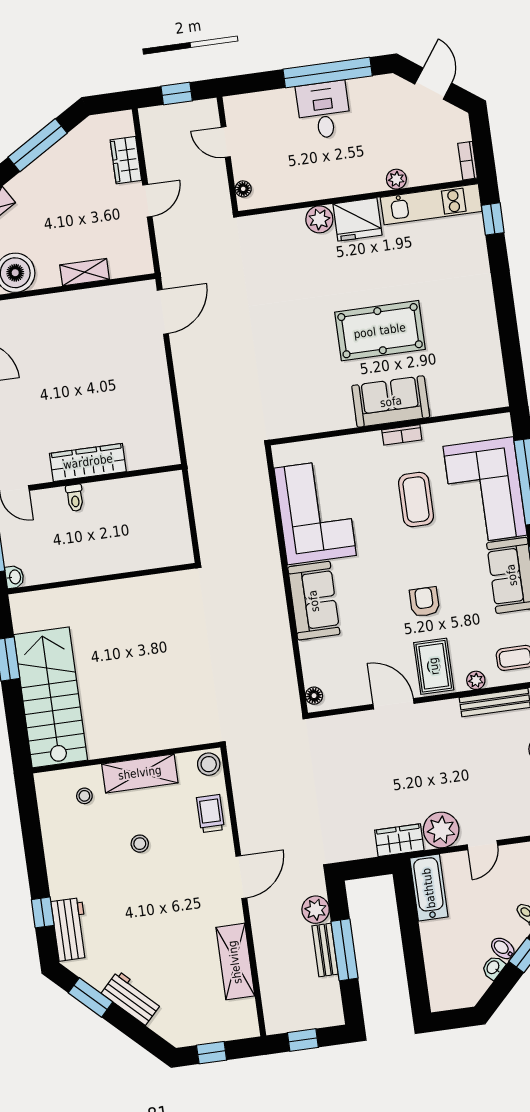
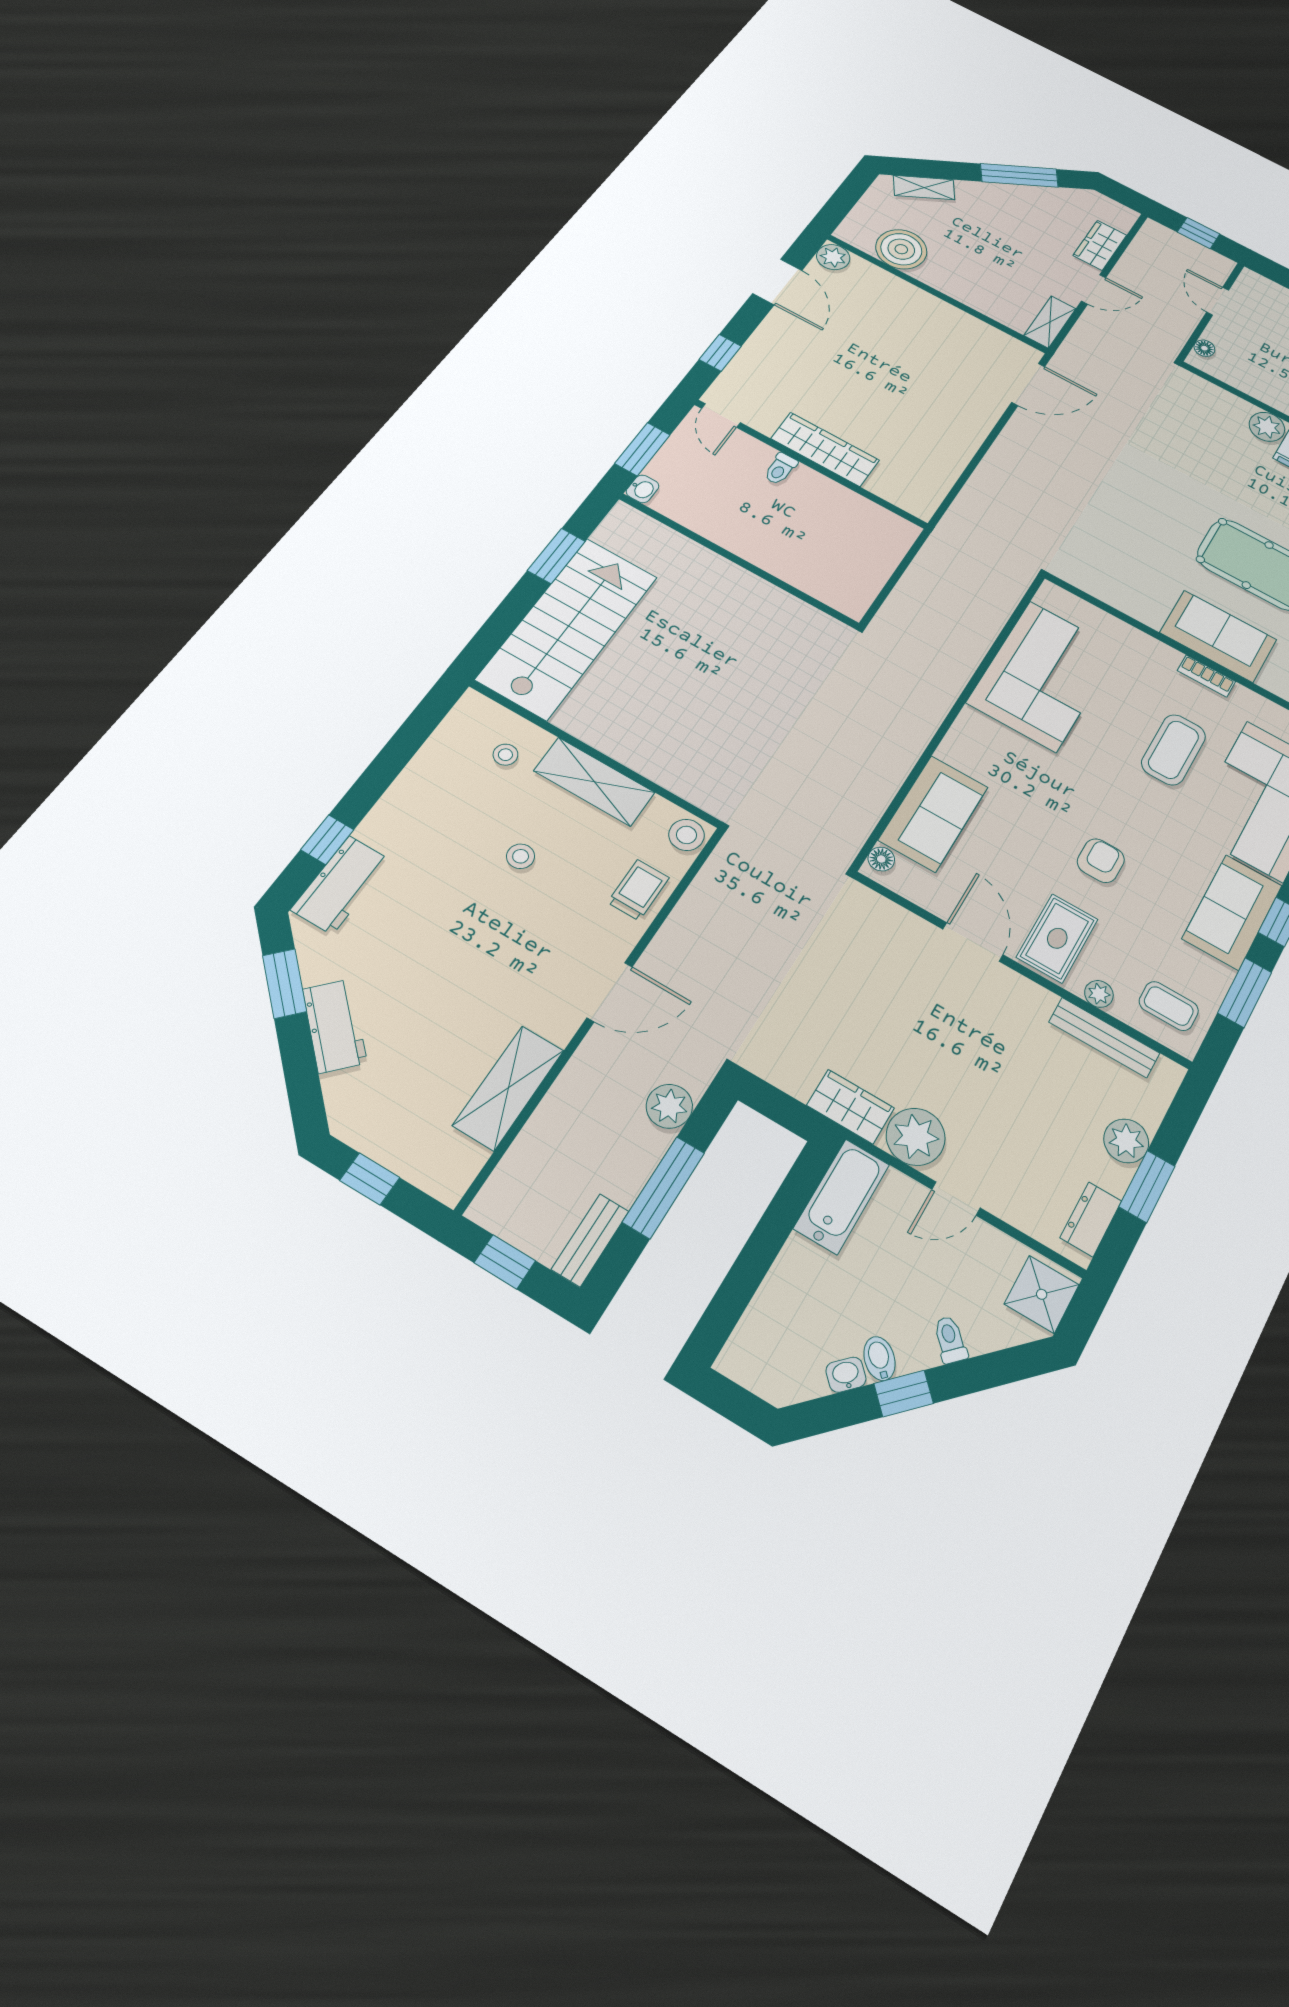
shelving: (85, 272) -> (1050, 322), moved, turned 90
sofa: (314, 601) -> (933, 814), moved
bench: (325, 950) -> (590, 1240), moved

